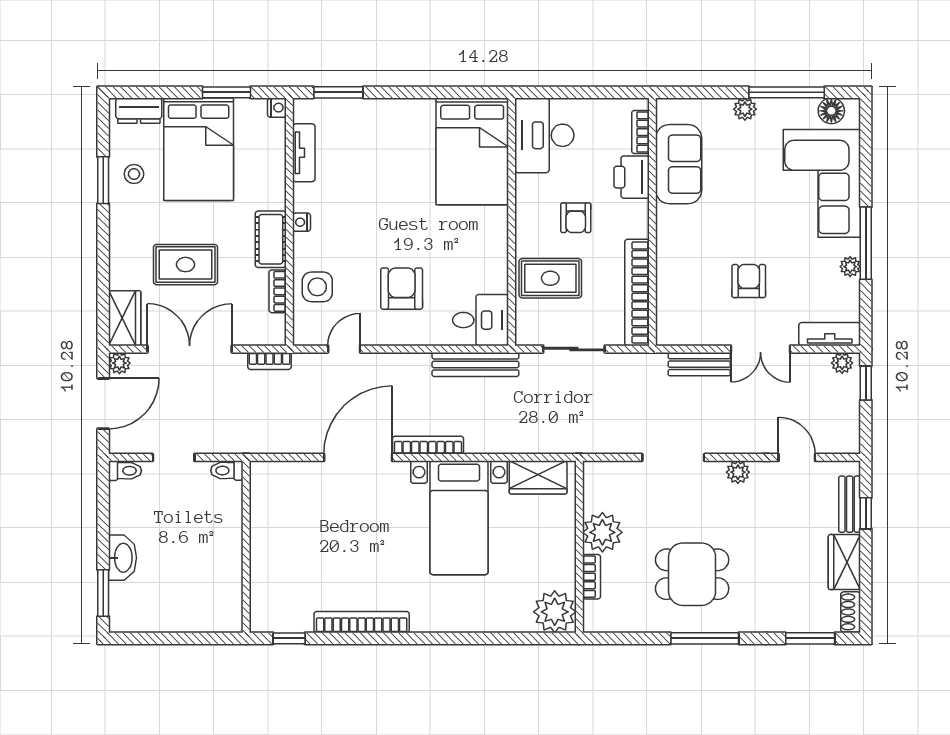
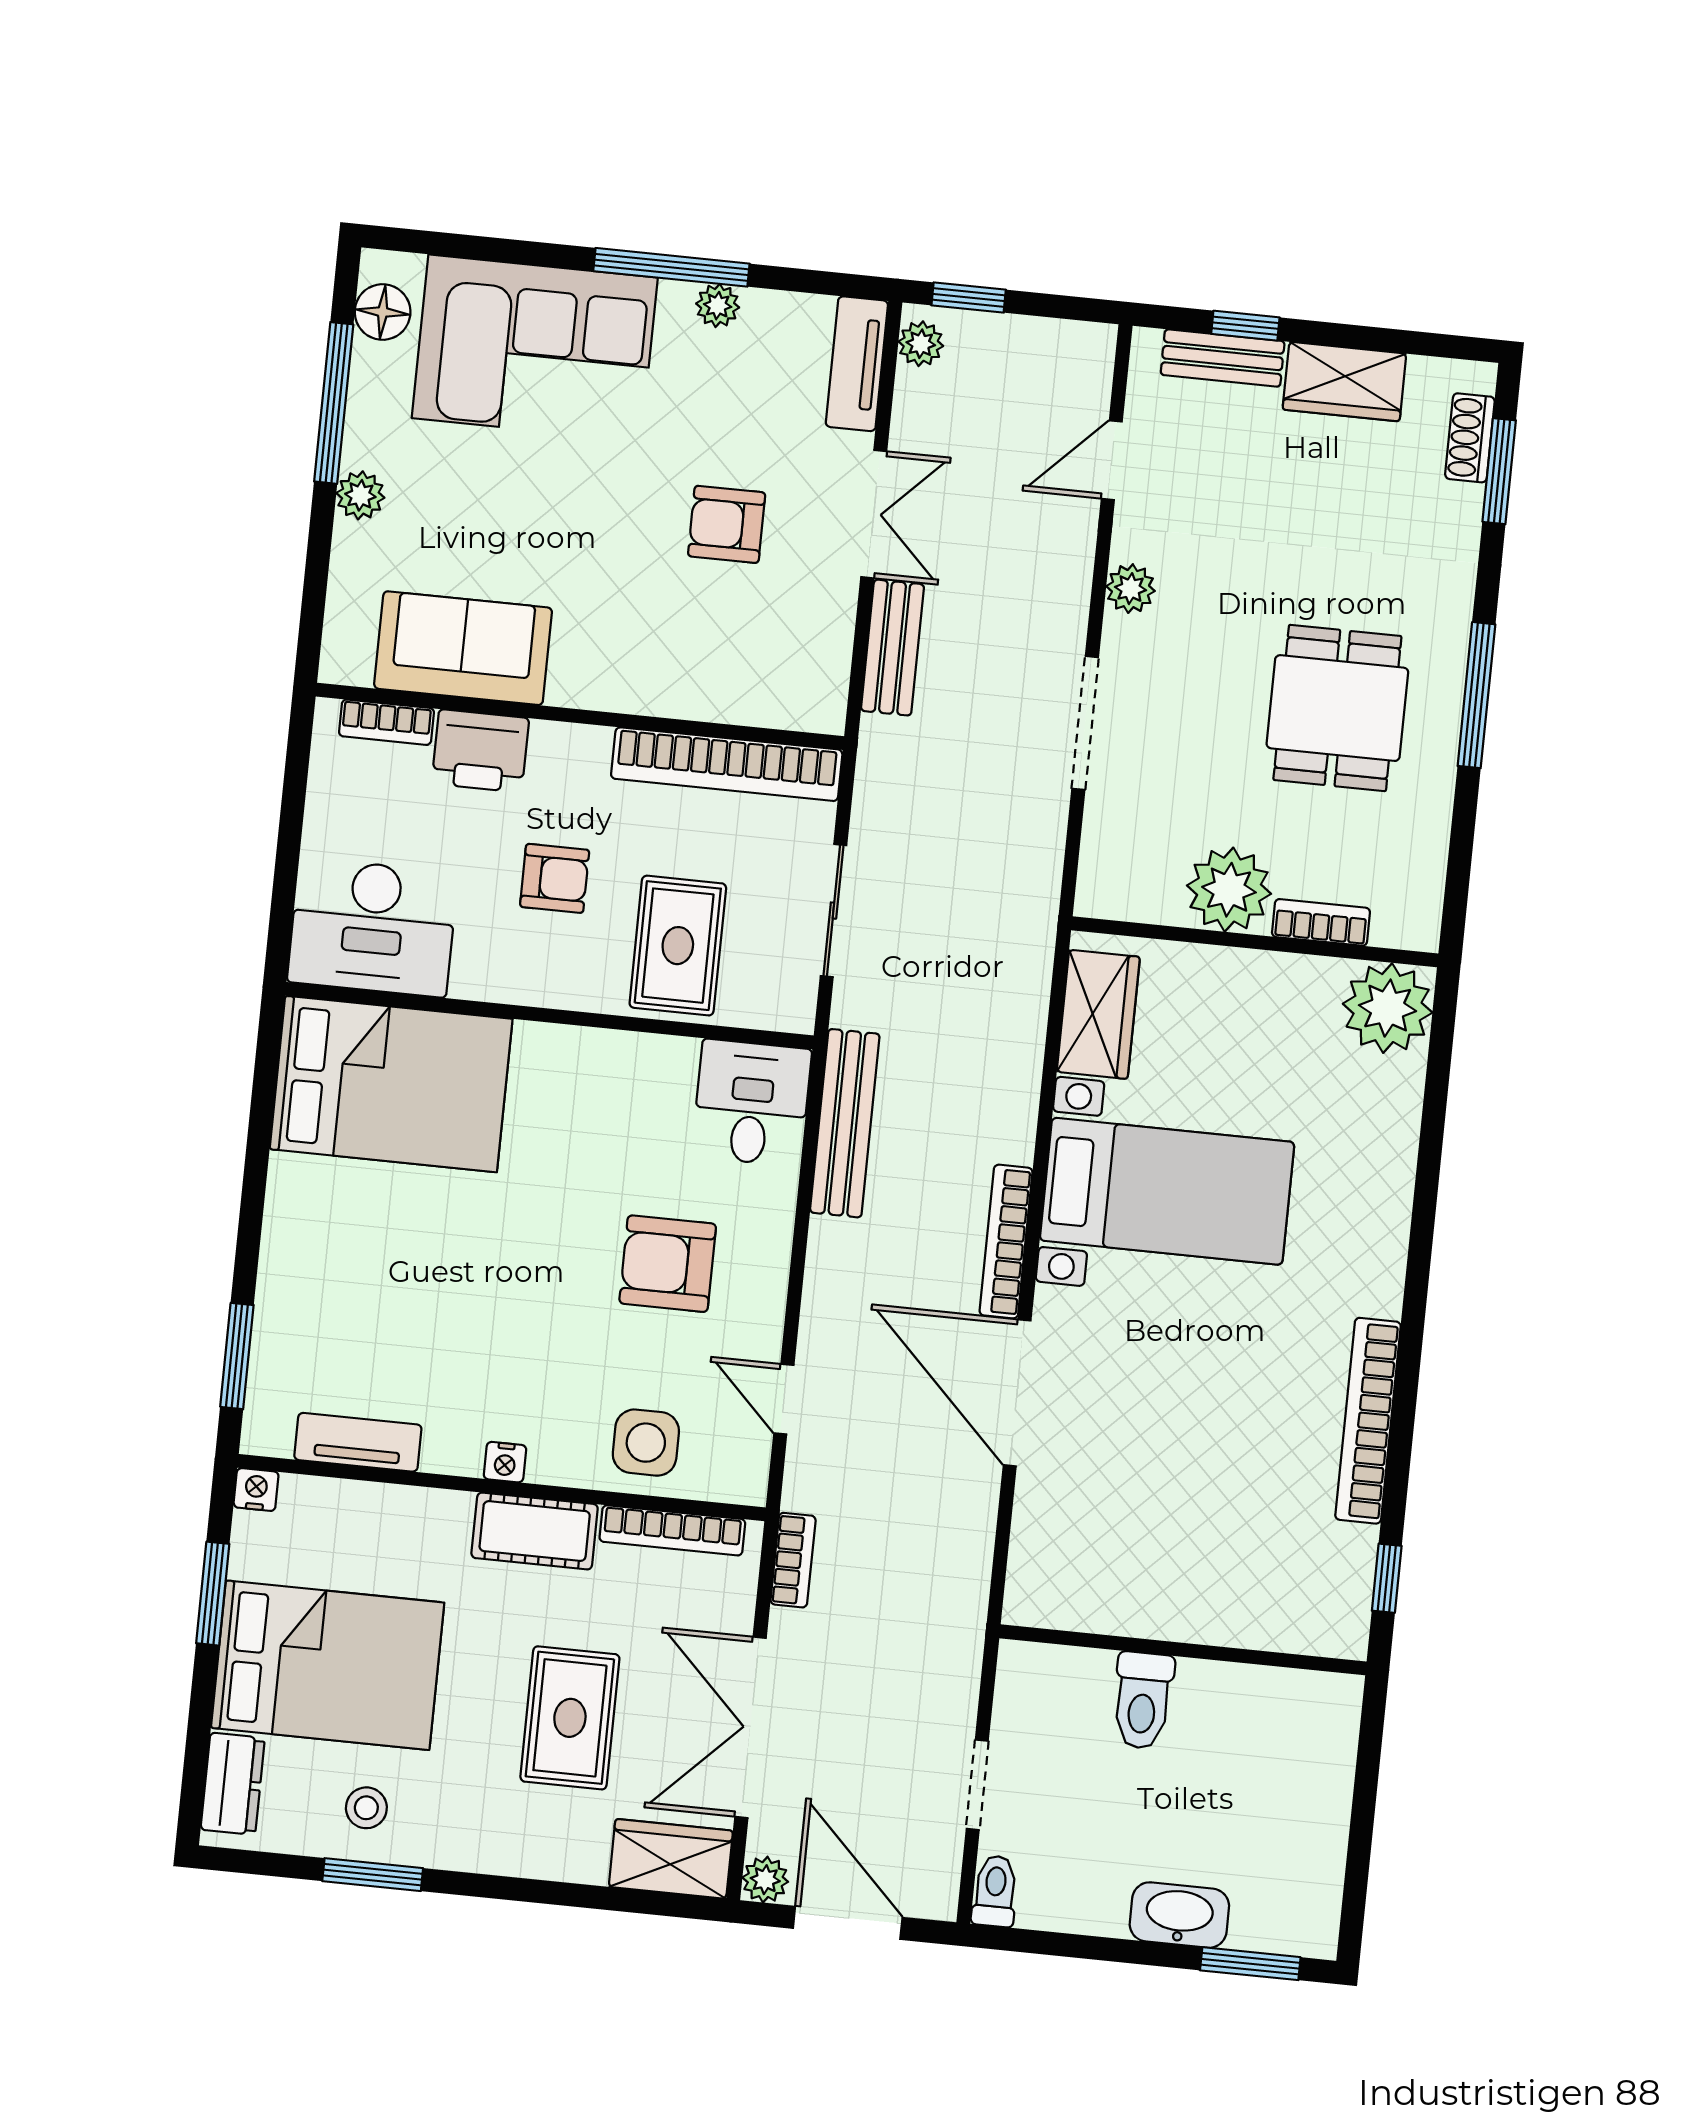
bookcase: (278, 291) -> (672, 1530), width x1.56
toilet: (227, 471) -> (1143, 1700), moved, width x1.37, depth x1.39
shoe rack: (851, 612) -> (1470, 438), moved, turned 90

